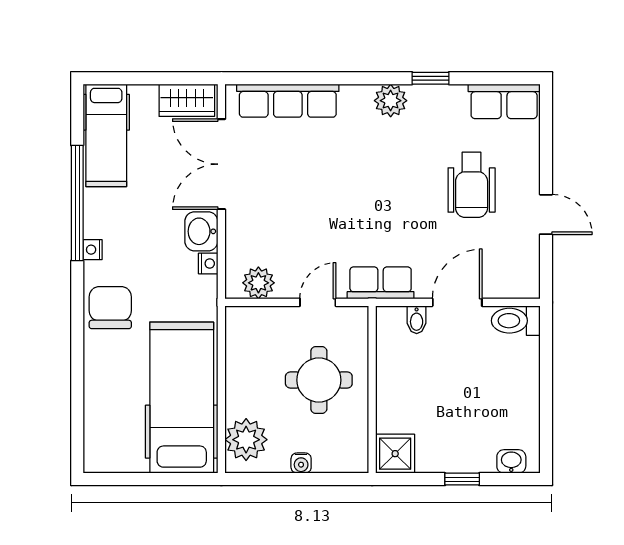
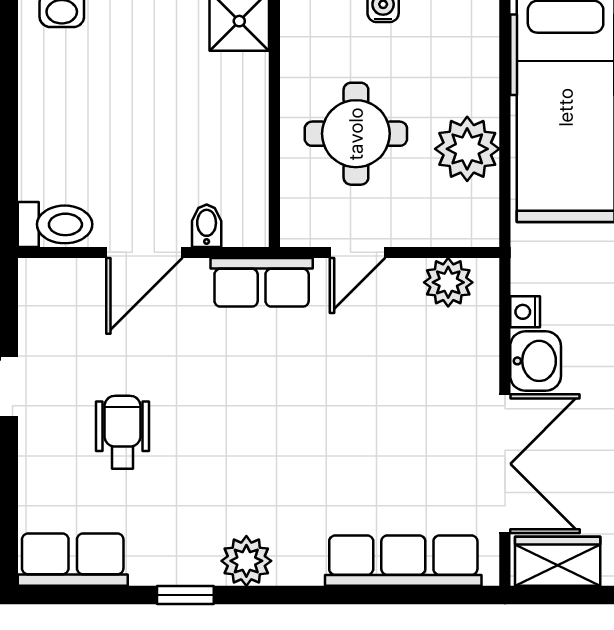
wheelchair: (472, 185) -> (122, 432), width x0.73, depth x0.73
plant: (246, 440) -> (467, 149), moved

